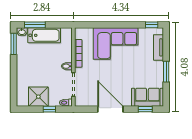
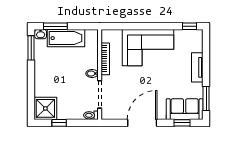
tv unit: (158, 47) -> (197, 67), moved
window: (166, 72) -> (206, 98), moved
shower: (38, 97) -> (45, 108), moved
window: (49, 109) -> (59, 123), moved
door: (110, 109) -> (142, 123), hinge flipped

